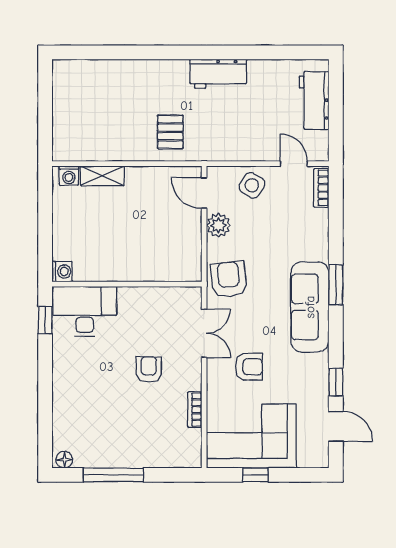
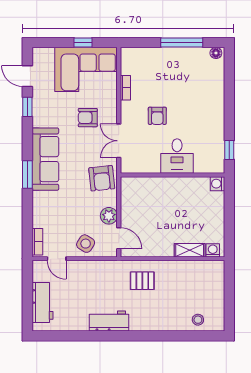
stool: (90, 76) -> (198, 320), added
pallet: (170, 132) -> (142, 281), turned 90
desk: (85, 311) -> (177, 156), moved, width x0.73

